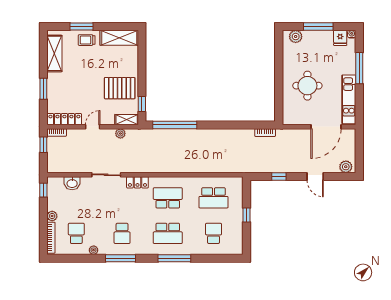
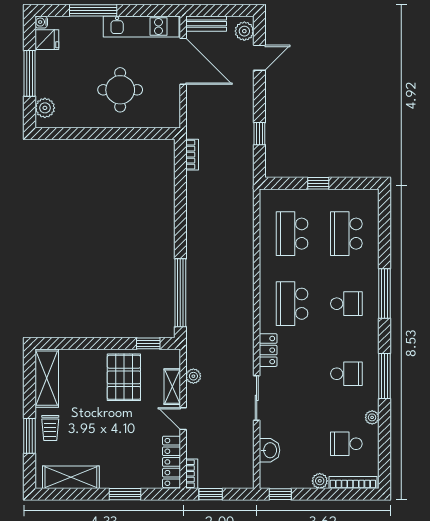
shelving: (127, 120) -> (172, 387), moved
bench: (351, 142) -> (206, 24), added
door: (315, 177) -> (259, 58), moved
school desk: (214, 198) -> (292, 234), turned 180
school desk: (168, 233) -> (346, 304), width x0.54
school desk: (214, 233) -> (346, 234), width x1.85

